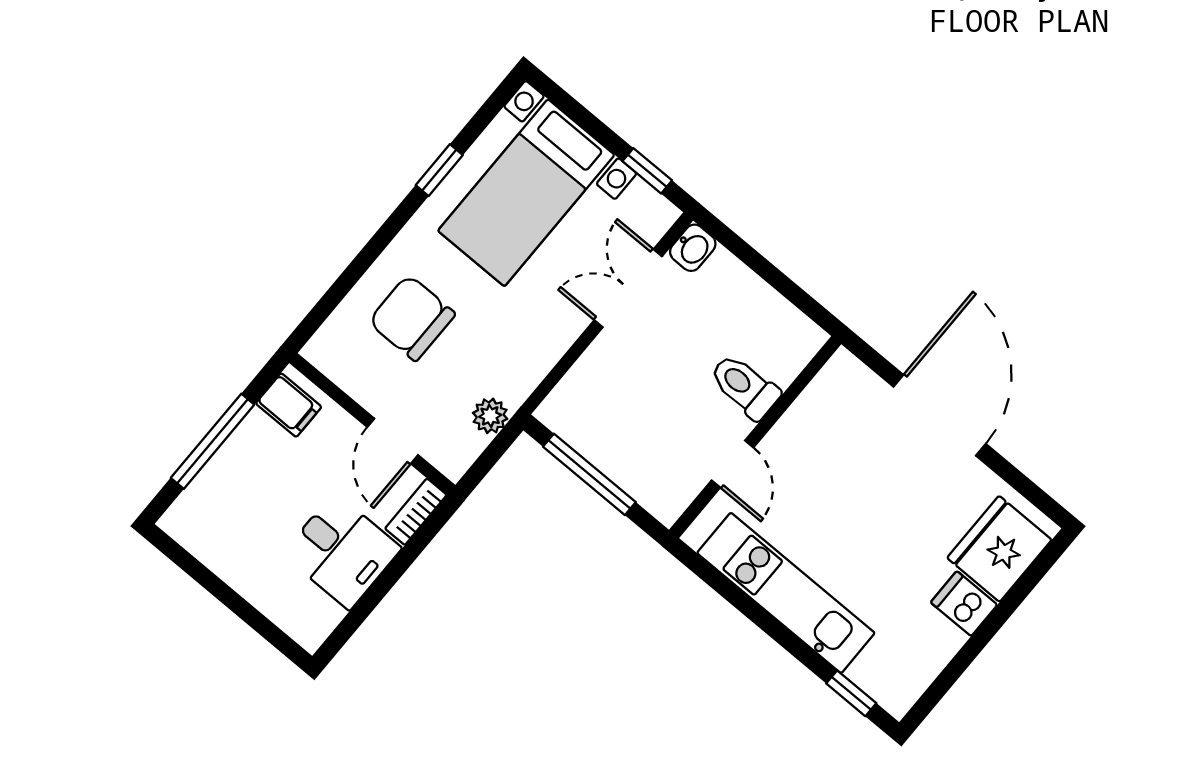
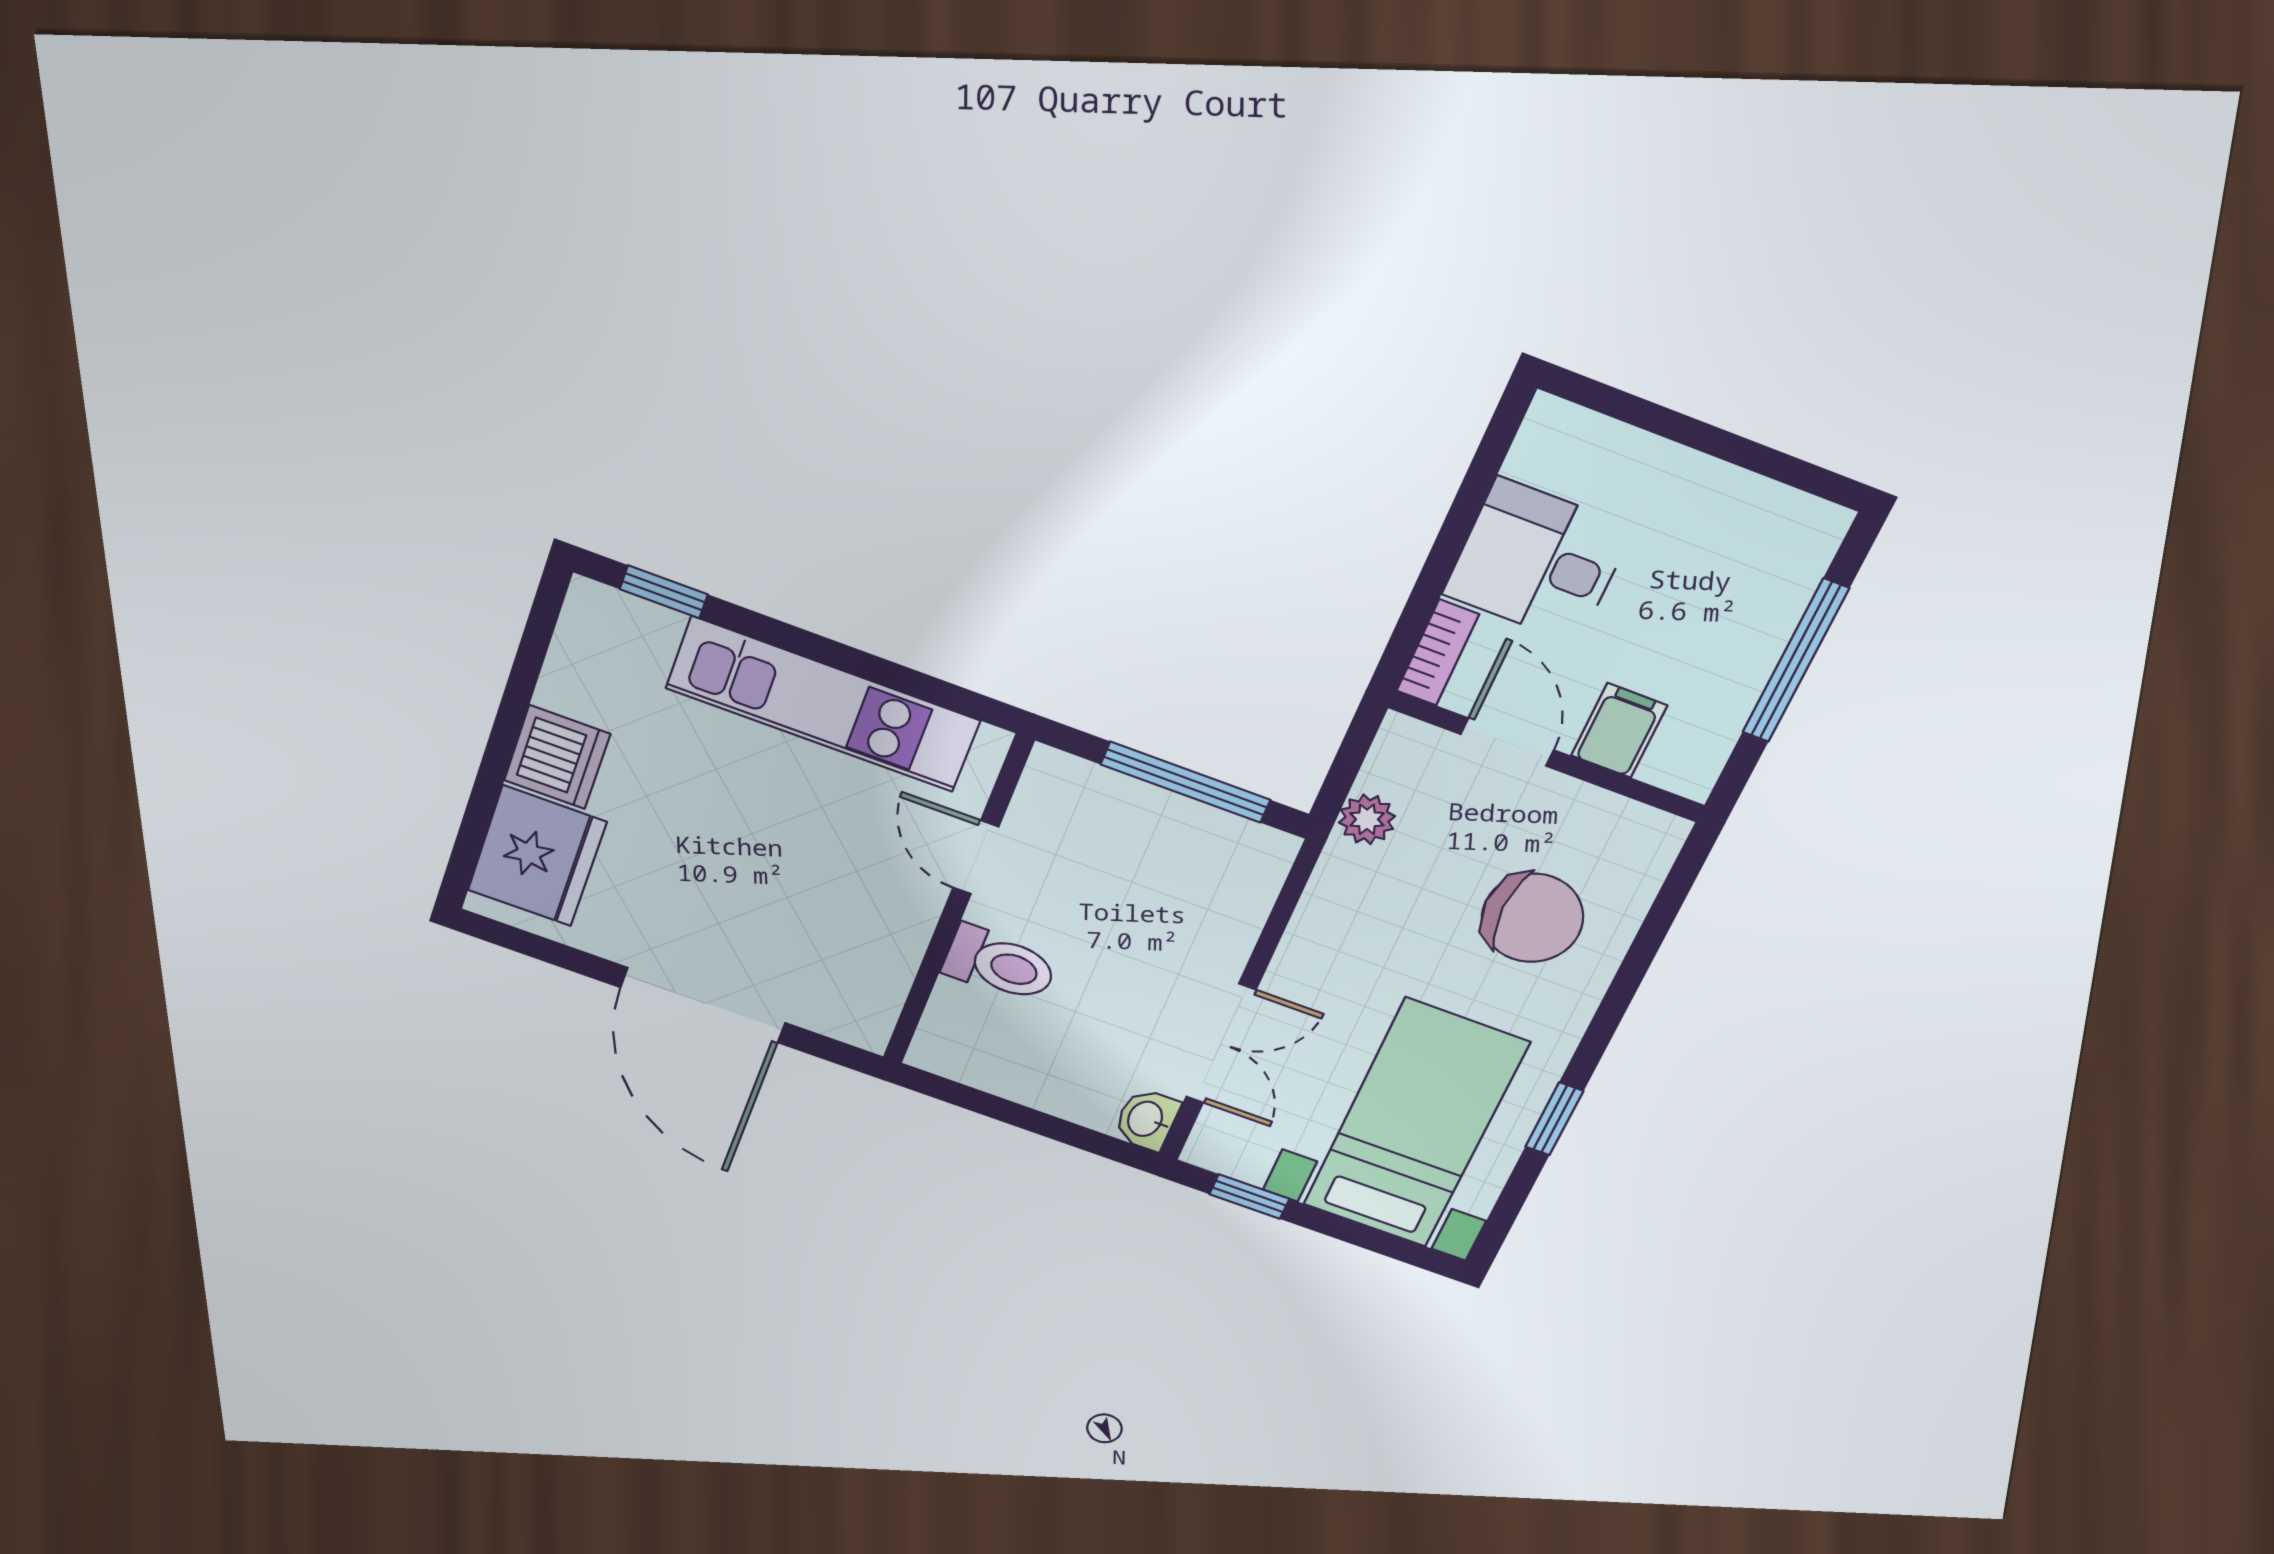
filing cabinet: (289, 405) -> (1619, 730), moved, turned 90
dishwasher: (964, 604) -> (557, 757), width x1.38

